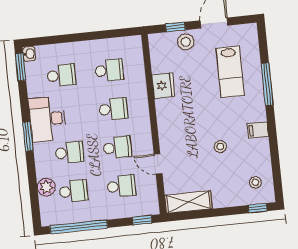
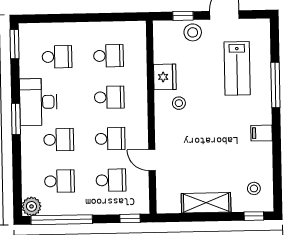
washbasin: (29, 54) -> (25, 31), removed
stool: (220, 147) -> (179, 103), moved
plant: (46, 187) -> (31, 206), moved
shelving: (188, 202) -> (206, 203), moved

